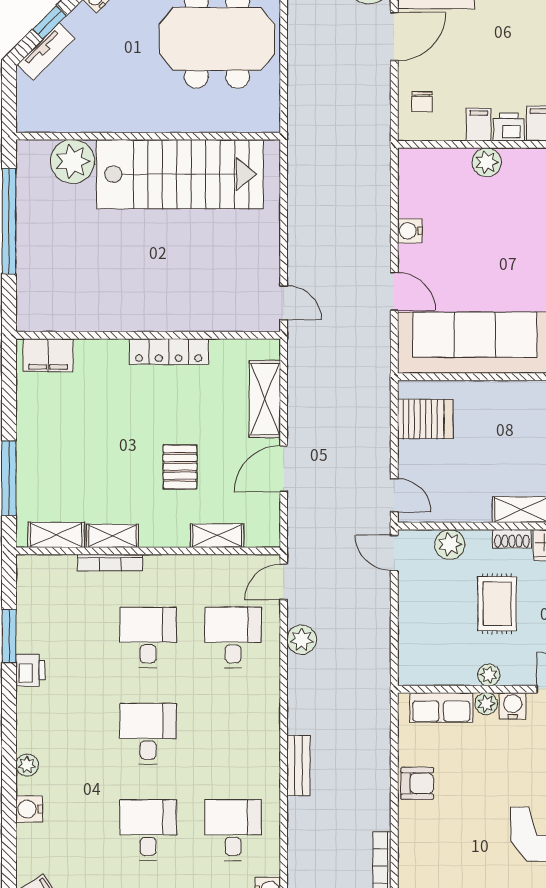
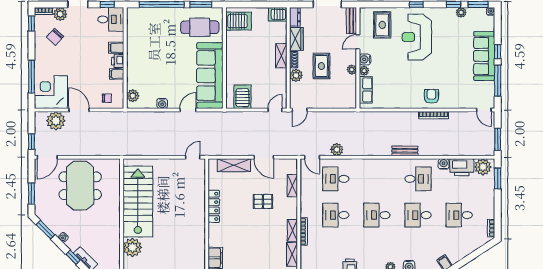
plant: (487, 162) -> (133, 96), moved
plant: (450, 544) -> (296, 75), moved
rug: (497, 604) -> (321, 66), turned 90
bench: (298, 766) -> (405, 151), moved
armchair: (417, 783) -> (431, 96), moved
desk: (233, 830) -> (418, 179), turned 180

